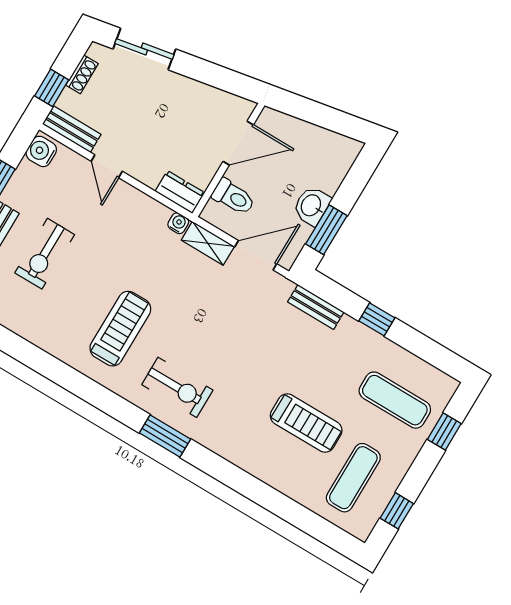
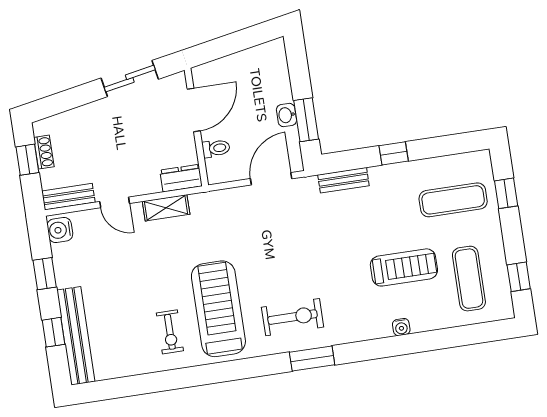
sliding door: (144, 49) -> (130, 79), moved
window: (52, 88) -> (27, 160), moved
toilet: (233, 197) -> (216, 148), width x0.73, depth x0.72
washbasin: (312, 206) -> (286, 115), width x0.72, depth x0.69
water cooler: (178, 223) -> (401, 327), moved, turned 180
shelving: (208, 243) -> (166, 208), moved
exercise bike: (45, 254) -> (170, 332), moved, width x0.73, depth x0.72
treadmill: (120, 329) -> (218, 309), width x1.37, depth x1.37

